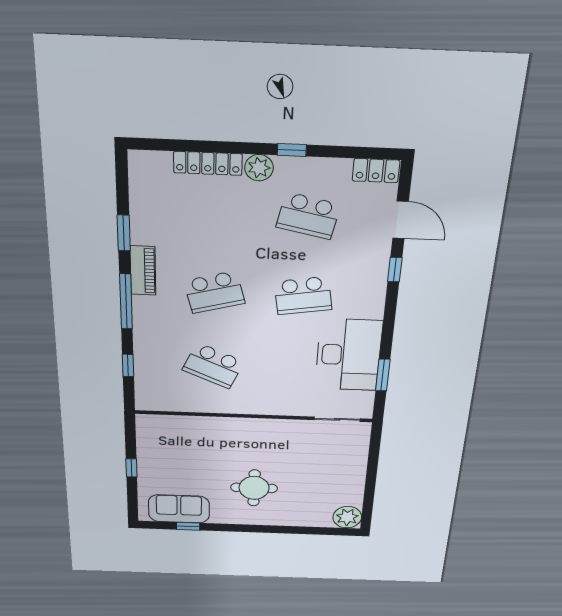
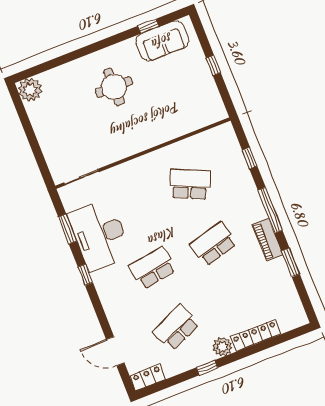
school desk: (308, 216) -> (176, 328), turned -36
window: (395, 270) -> (85, 275), moved

